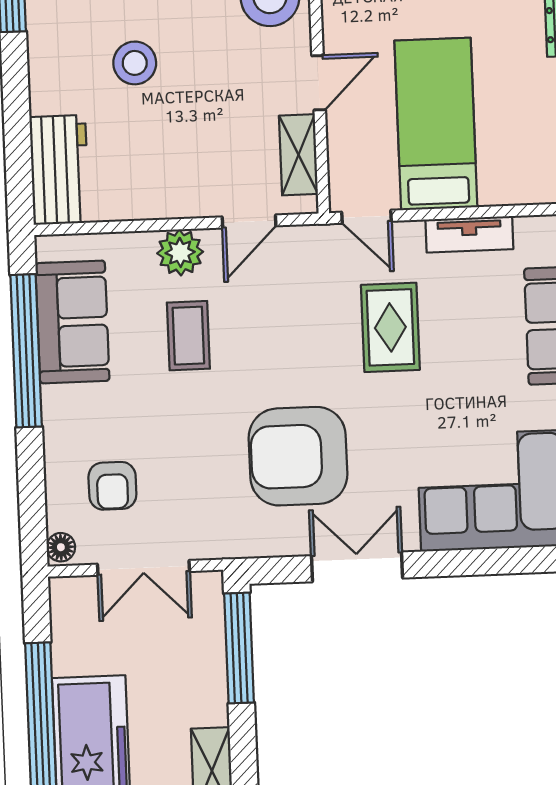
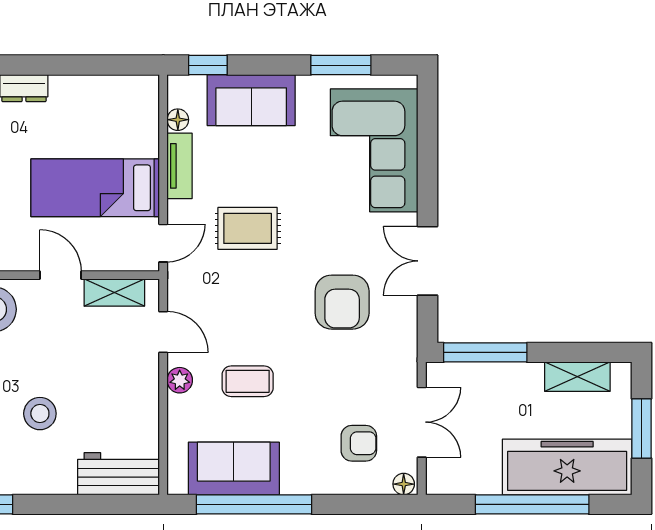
floor lamp: (530, 229) -> (178, 120), added
plant: (180, 252) -> (180, 380), width x0.73, depth x0.73
armchair: (298, 456) -> (342, 302), width x0.73, depth x0.73

